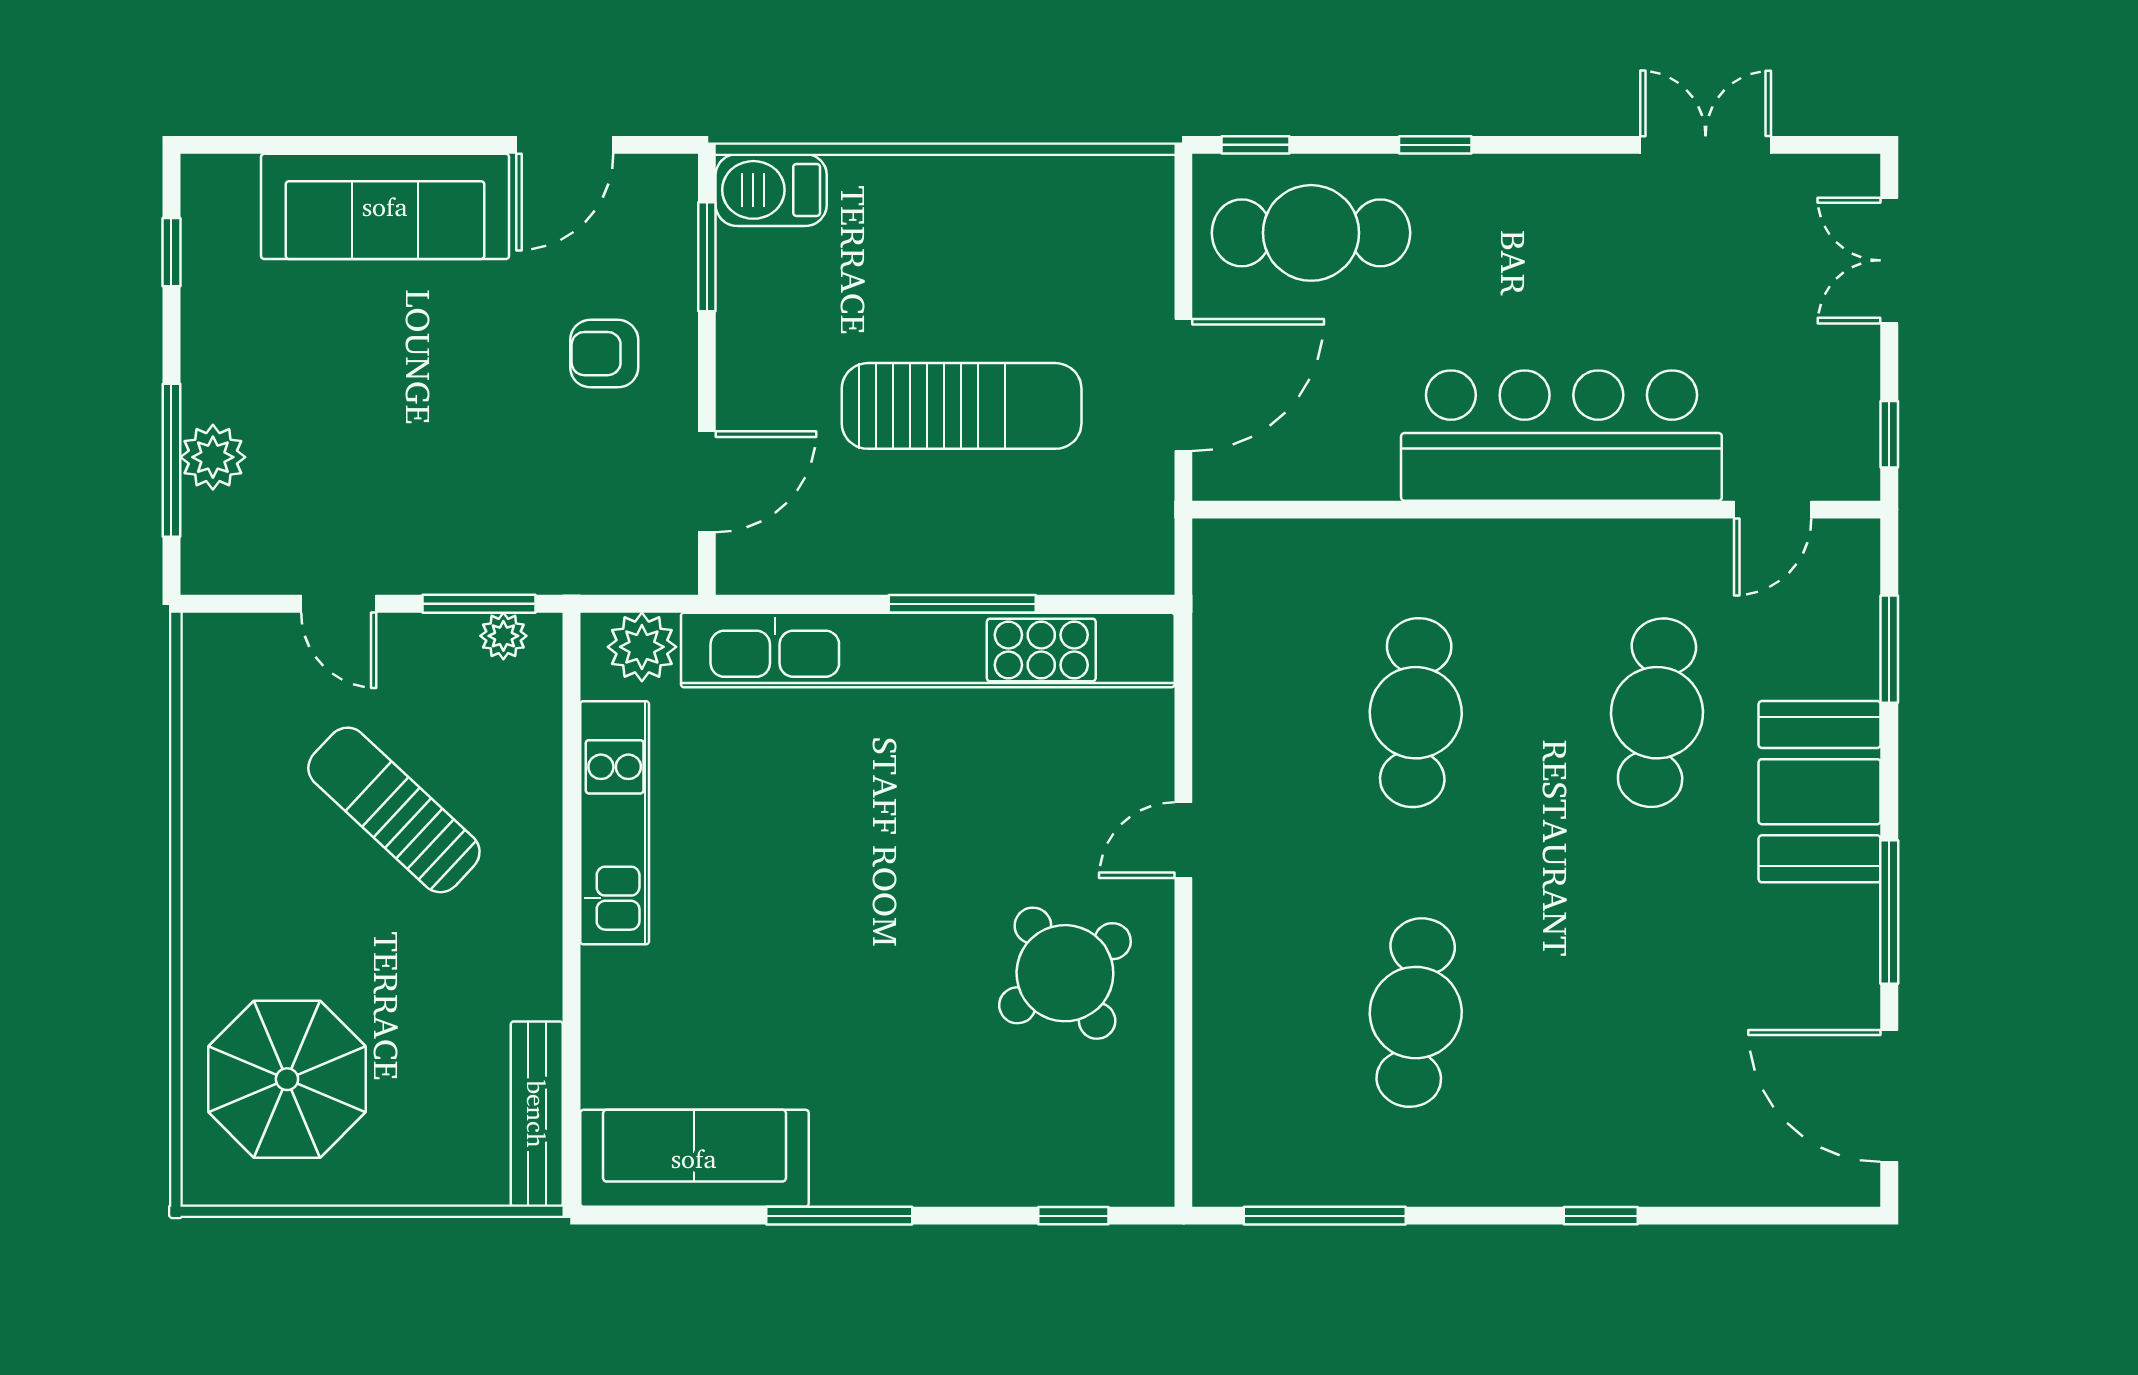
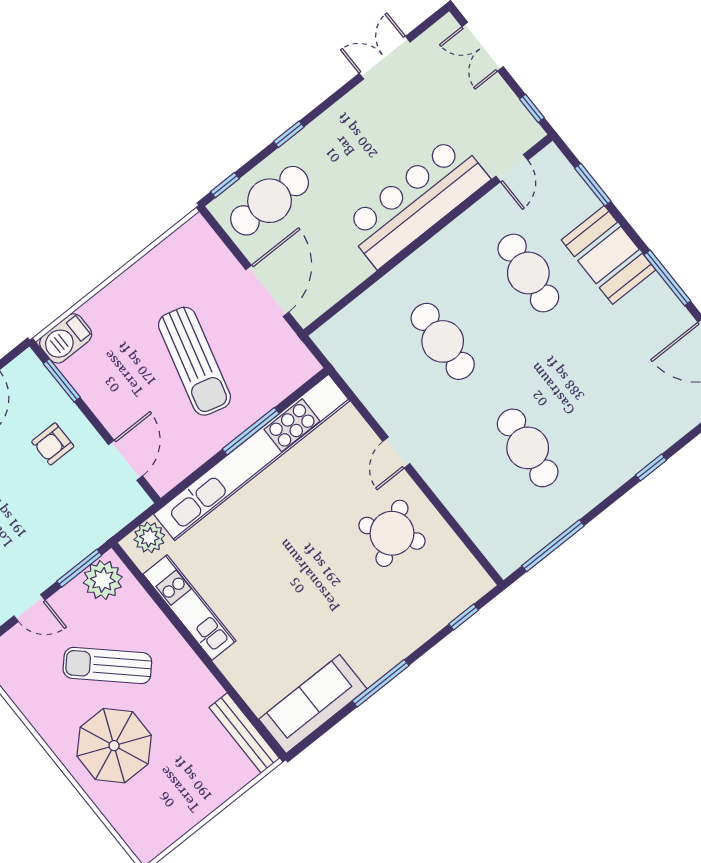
sun lounger: (962, 406) -> (195, 361), turned 105
plant: (503, 636) -> (103, 580), width x1.88, depth x1.88
parasol: (287, 1079) -> (114, 746), moved

